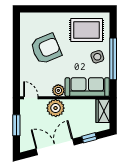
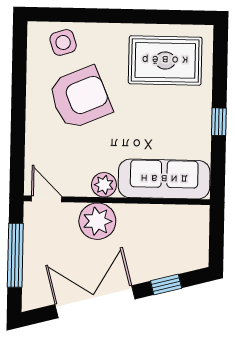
side table: (97, 57) -> (63, 42), moved
window: (113, 59) -> (219, 122), width x0.32
wardrobe: (103, 111) -> (195, 229), removed
window: (16, 125) -> (15, 255), width x1.44

